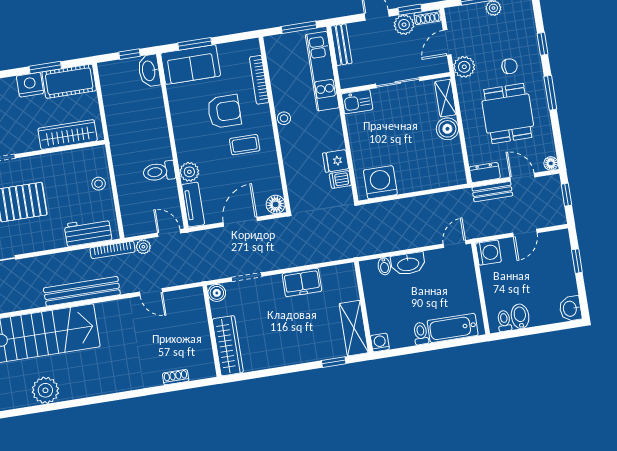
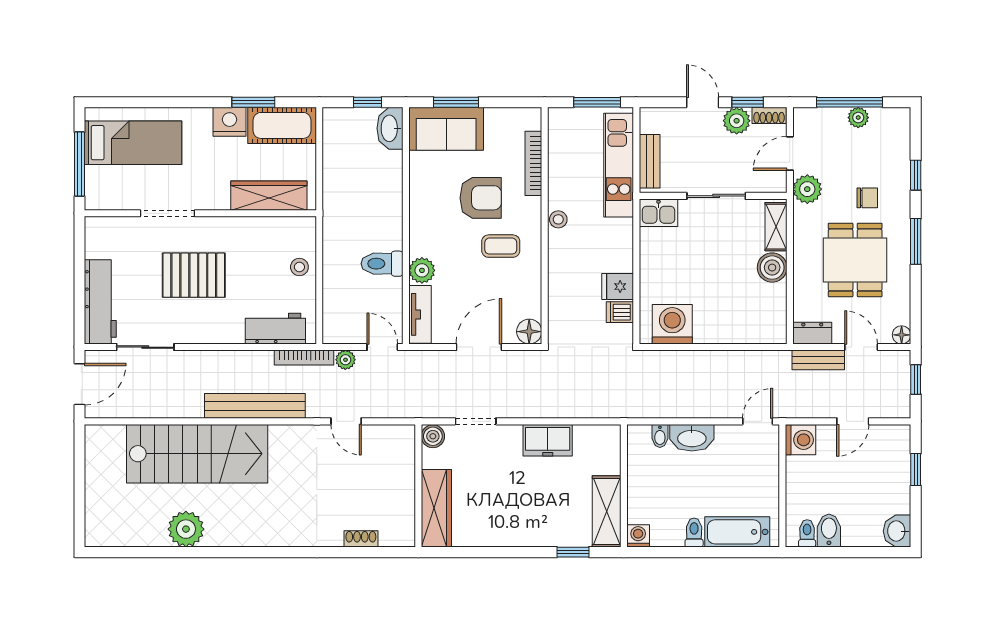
bench: (341, 45) -> (650, 161), moved

